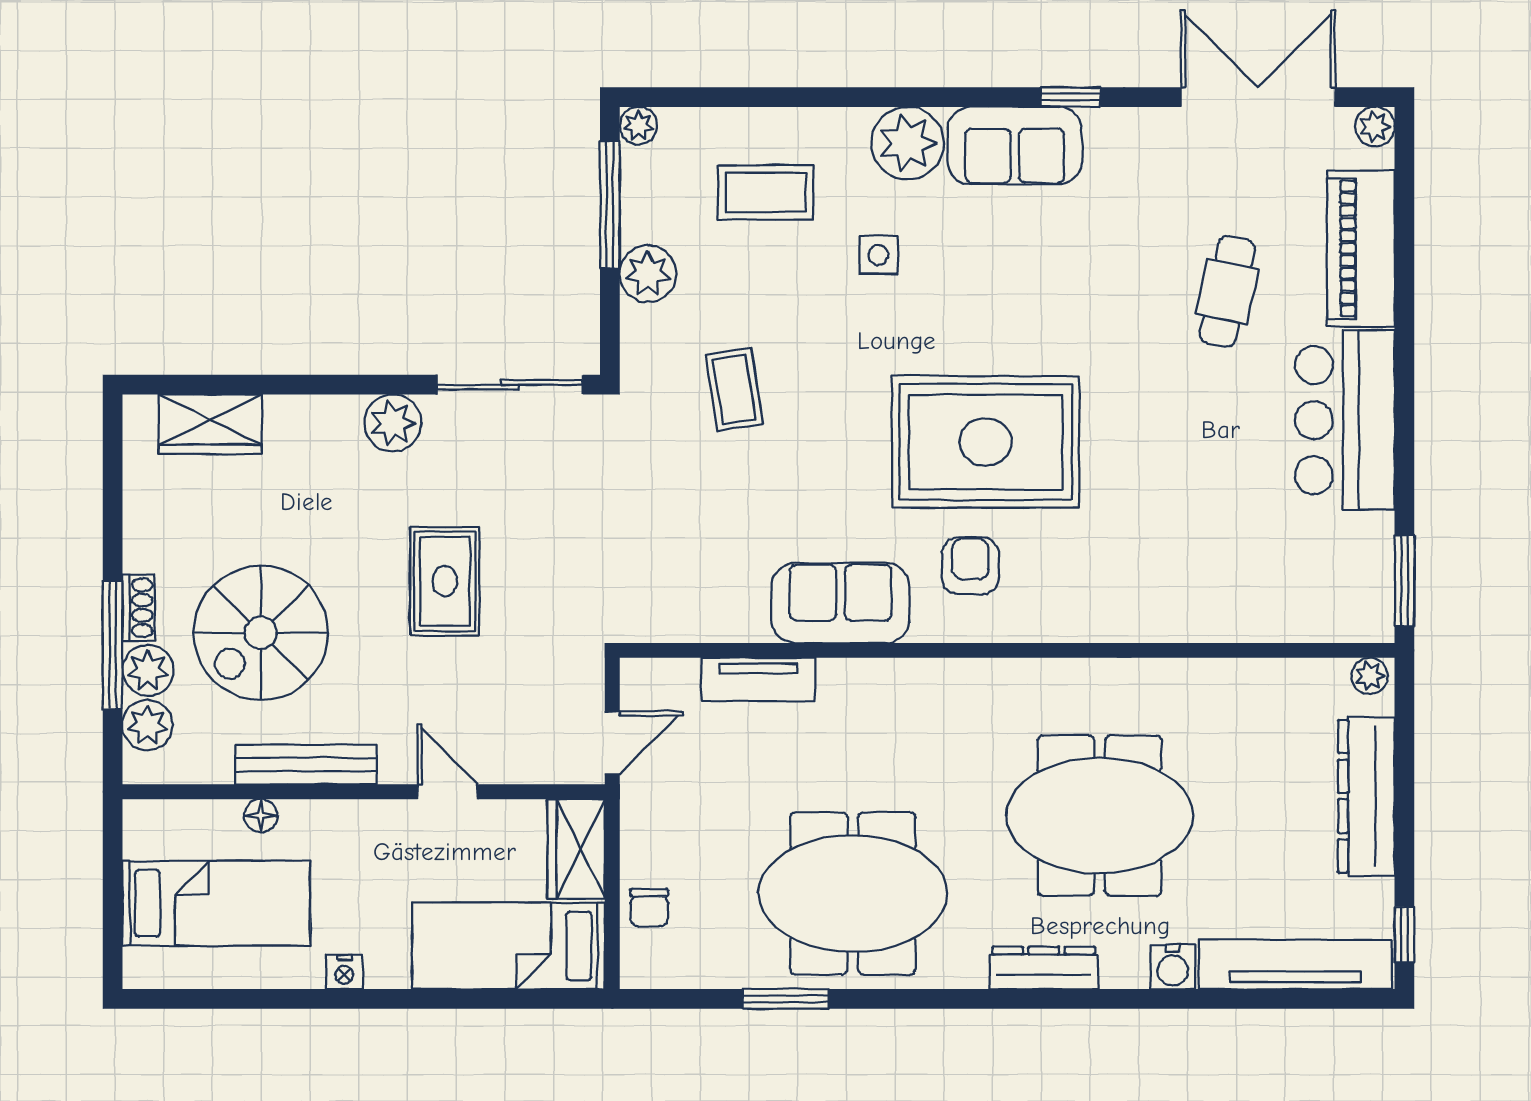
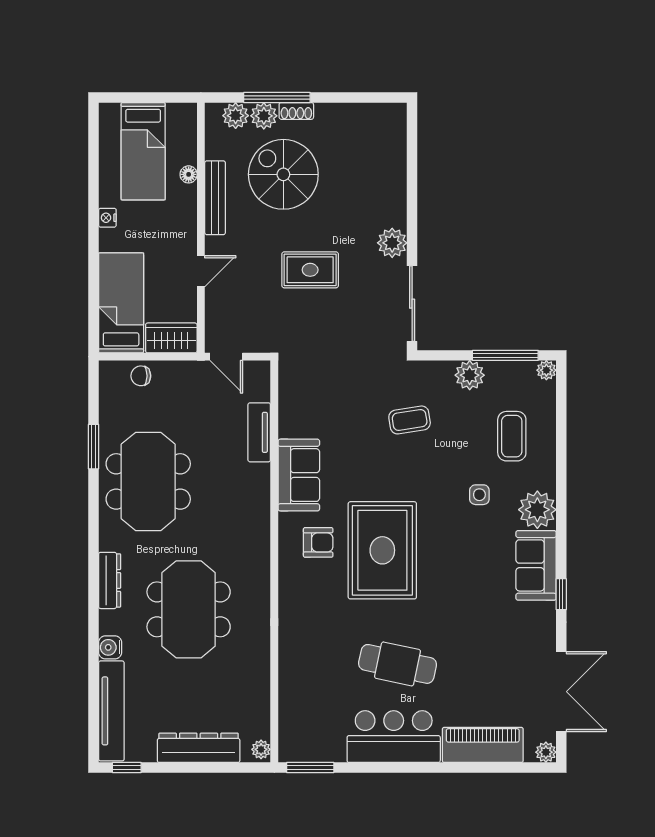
cafe table: (1227, 291) -> (398, 664), moved, width x1.37, depth x1.35
wardrobe: (210, 424) -> (392, 148), removed

